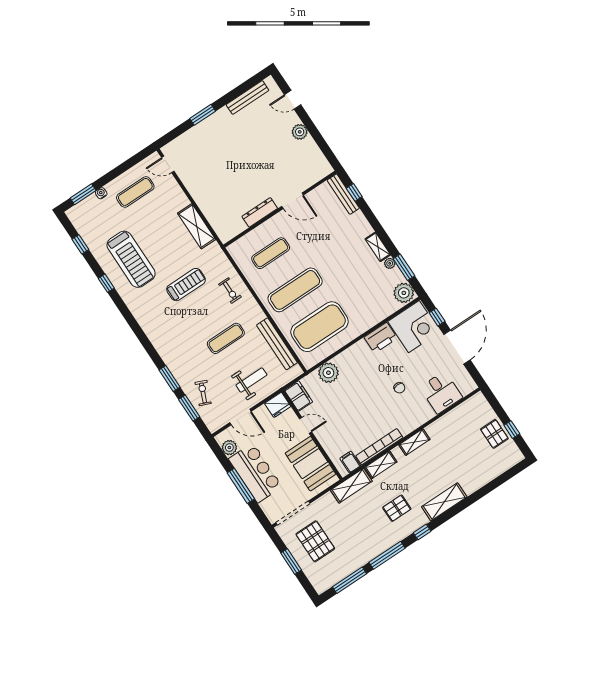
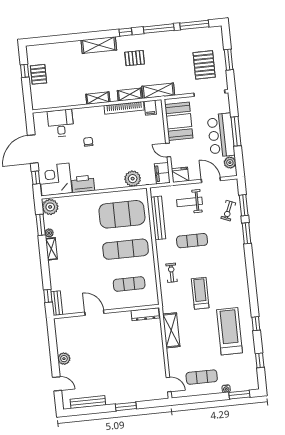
bench: (343, 194) -> (57, 303), width x0.73
dresser: (260, 212) -> (145, 314), moved
treadmill: (186, 285) -> (200, 293), turned 90

